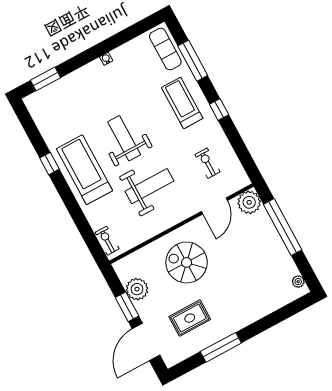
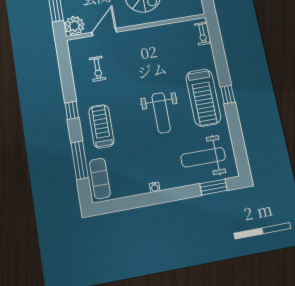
treadmill: (182, 103) -> (101, 126), turned 180
window: (50, 164) -> (228, 95), moved
weight bench: (149, 186) -> (203, 157), moved

